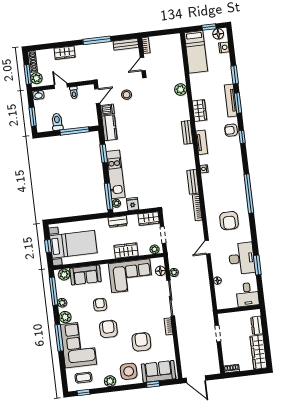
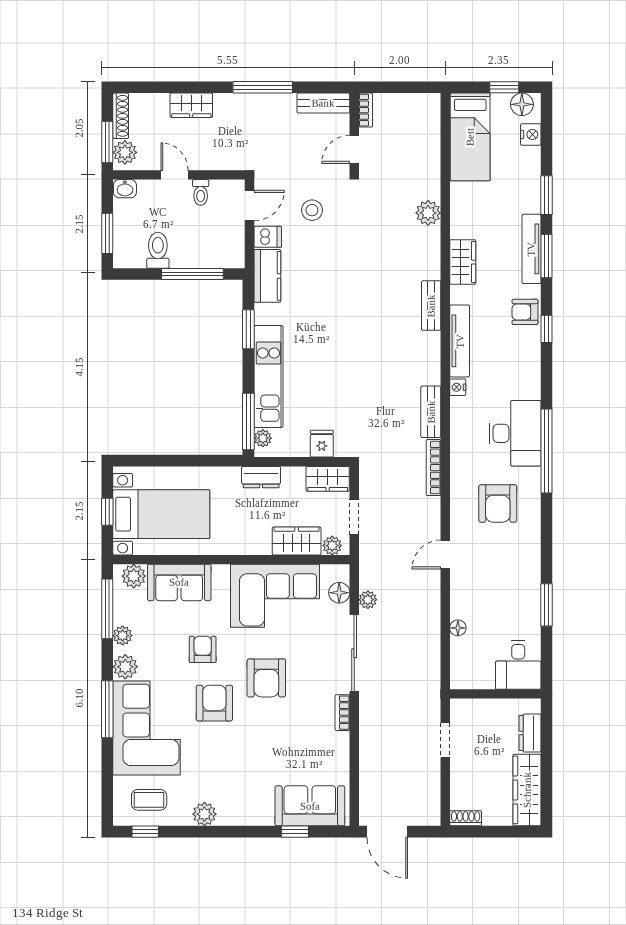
tv unit: (202, 142) -> (460, 341), width x1.41
fridge: (133, 204) -> (322, 444), moved
wardrobe: (126, 251) -> (297, 541), moved
desk: (242, 258) -> (515, 433), moved
armchair: (141, 342) -> (266, 678), moved, turned 180
side table: (129, 371) -> (246, 798), removed

